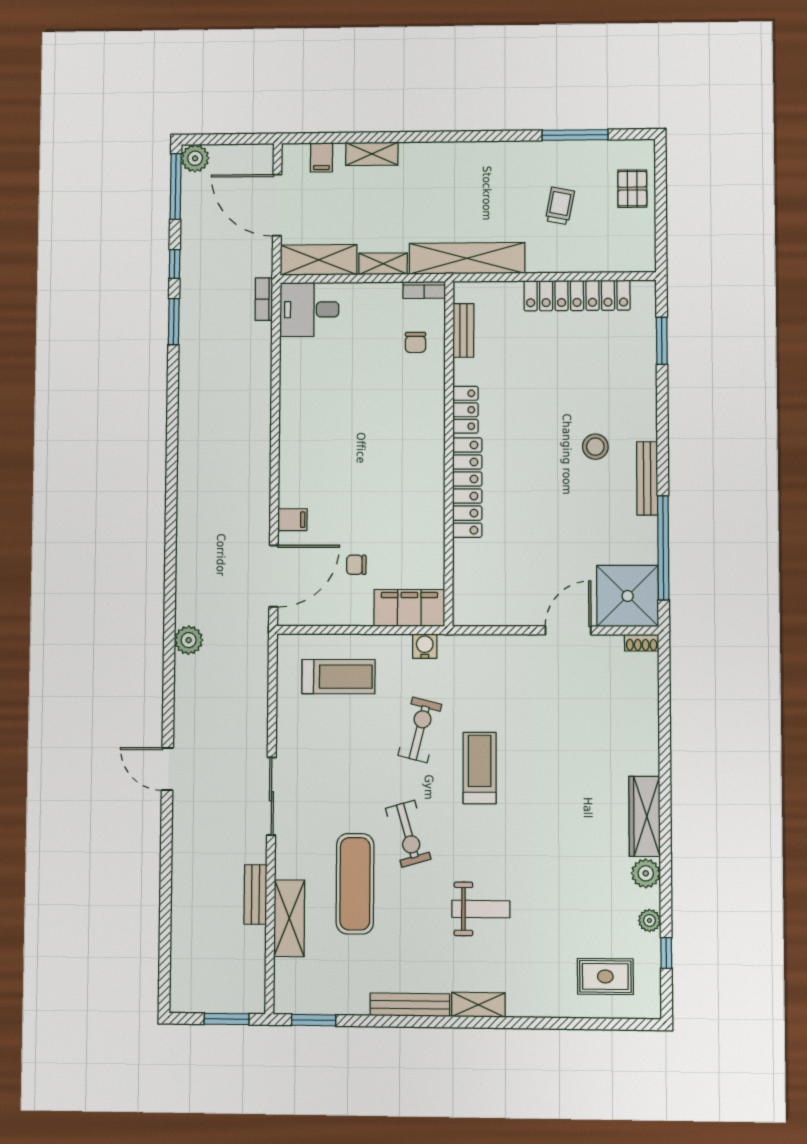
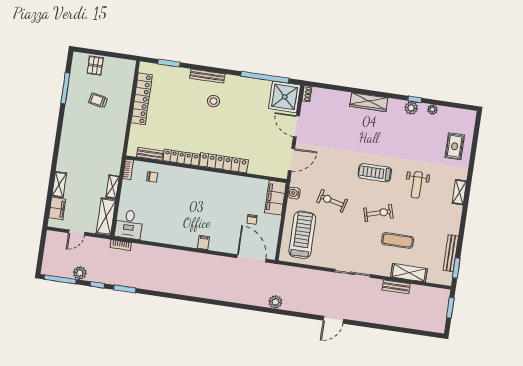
filing cabinet: (322, 157) -> (57, 208), width x2.00
plant: (195, 158) -> (80, 273), moved
pallet: (632, 189) -> (95, 66), turned 90
door: (277, 205) -> (77, 233), width x0.53
shelving: (467, 258) -> (116, 147), removed
locker: (465, 410) -> (181, 157), width x1.53
bench: (647, 478) -> (207, 76), moved
filing cabinet: (293, 520) -> (203, 243), moved
door: (495, 630) -> (291, 160), added
treadmill: (338, 677) -> (302, 235), width x1.37, depth x1.38
treadmill: (480, 768) -> (375, 173), moved
wardrobe: (644, 816) -> (369, 102), moved
exercise mat: (355, 884) -> (398, 240), width x0.73, depth x0.69
weight bench: (481, 909) -> (417, 185), turned 180
window: (666, 953) -> (415, 99), moved
rug: (605, 976) -> (455, 146), moved
bench: (410, 1005) -> (451, 253), moved

